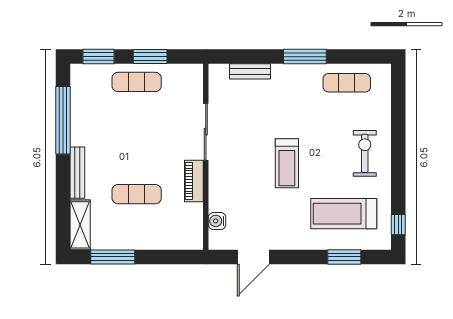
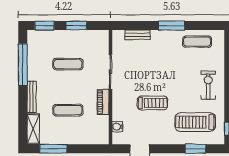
exercise mat: (137, 82) -> (68, 64), moved
treadmill: (287, 163) -> (152, 103), moved, turned -90

